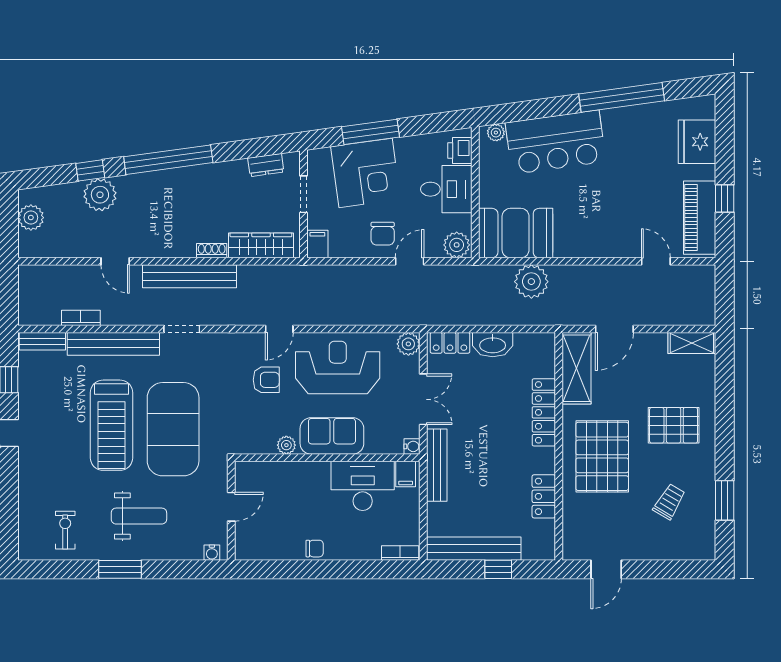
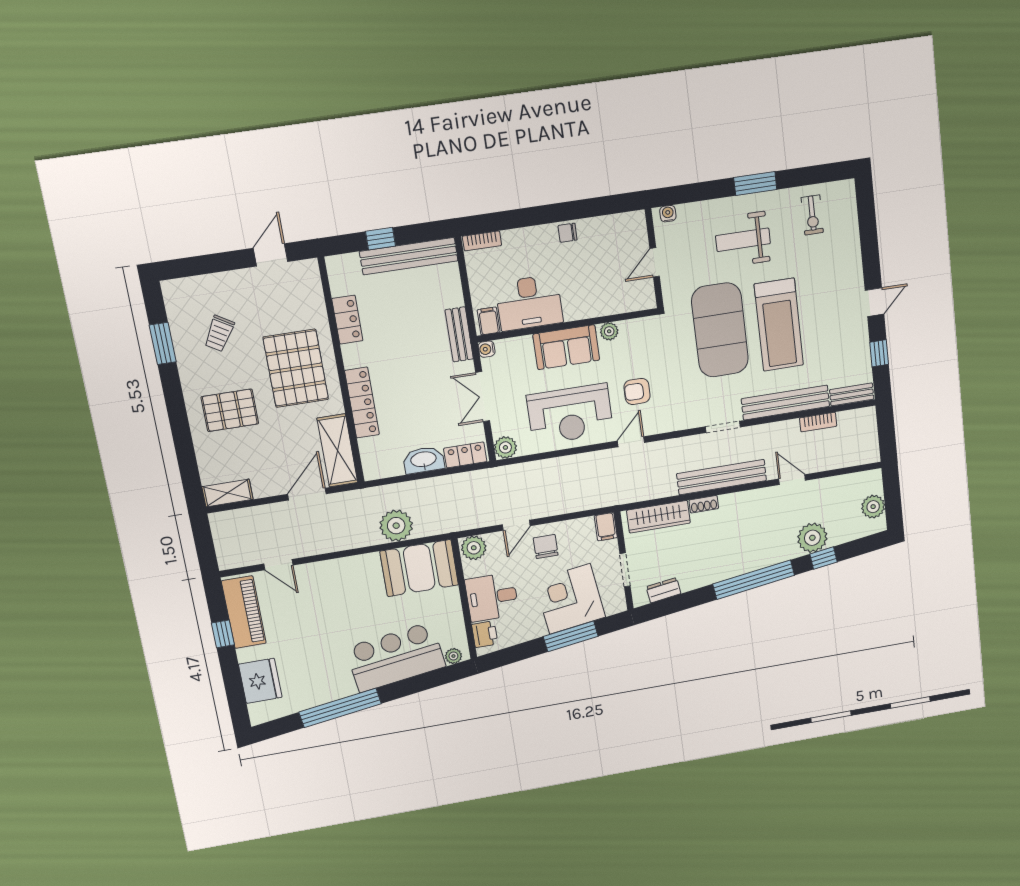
treadmill: (111, 425) -> (779, 325), turned 180
bench: (437, 465) -> (459, 334), width x0.73

